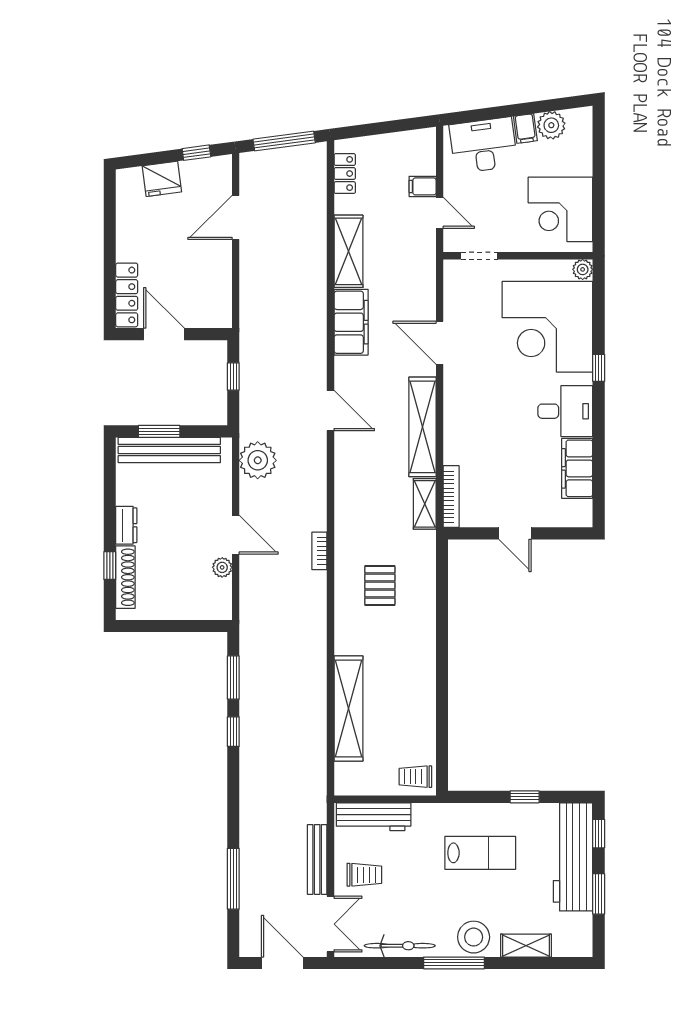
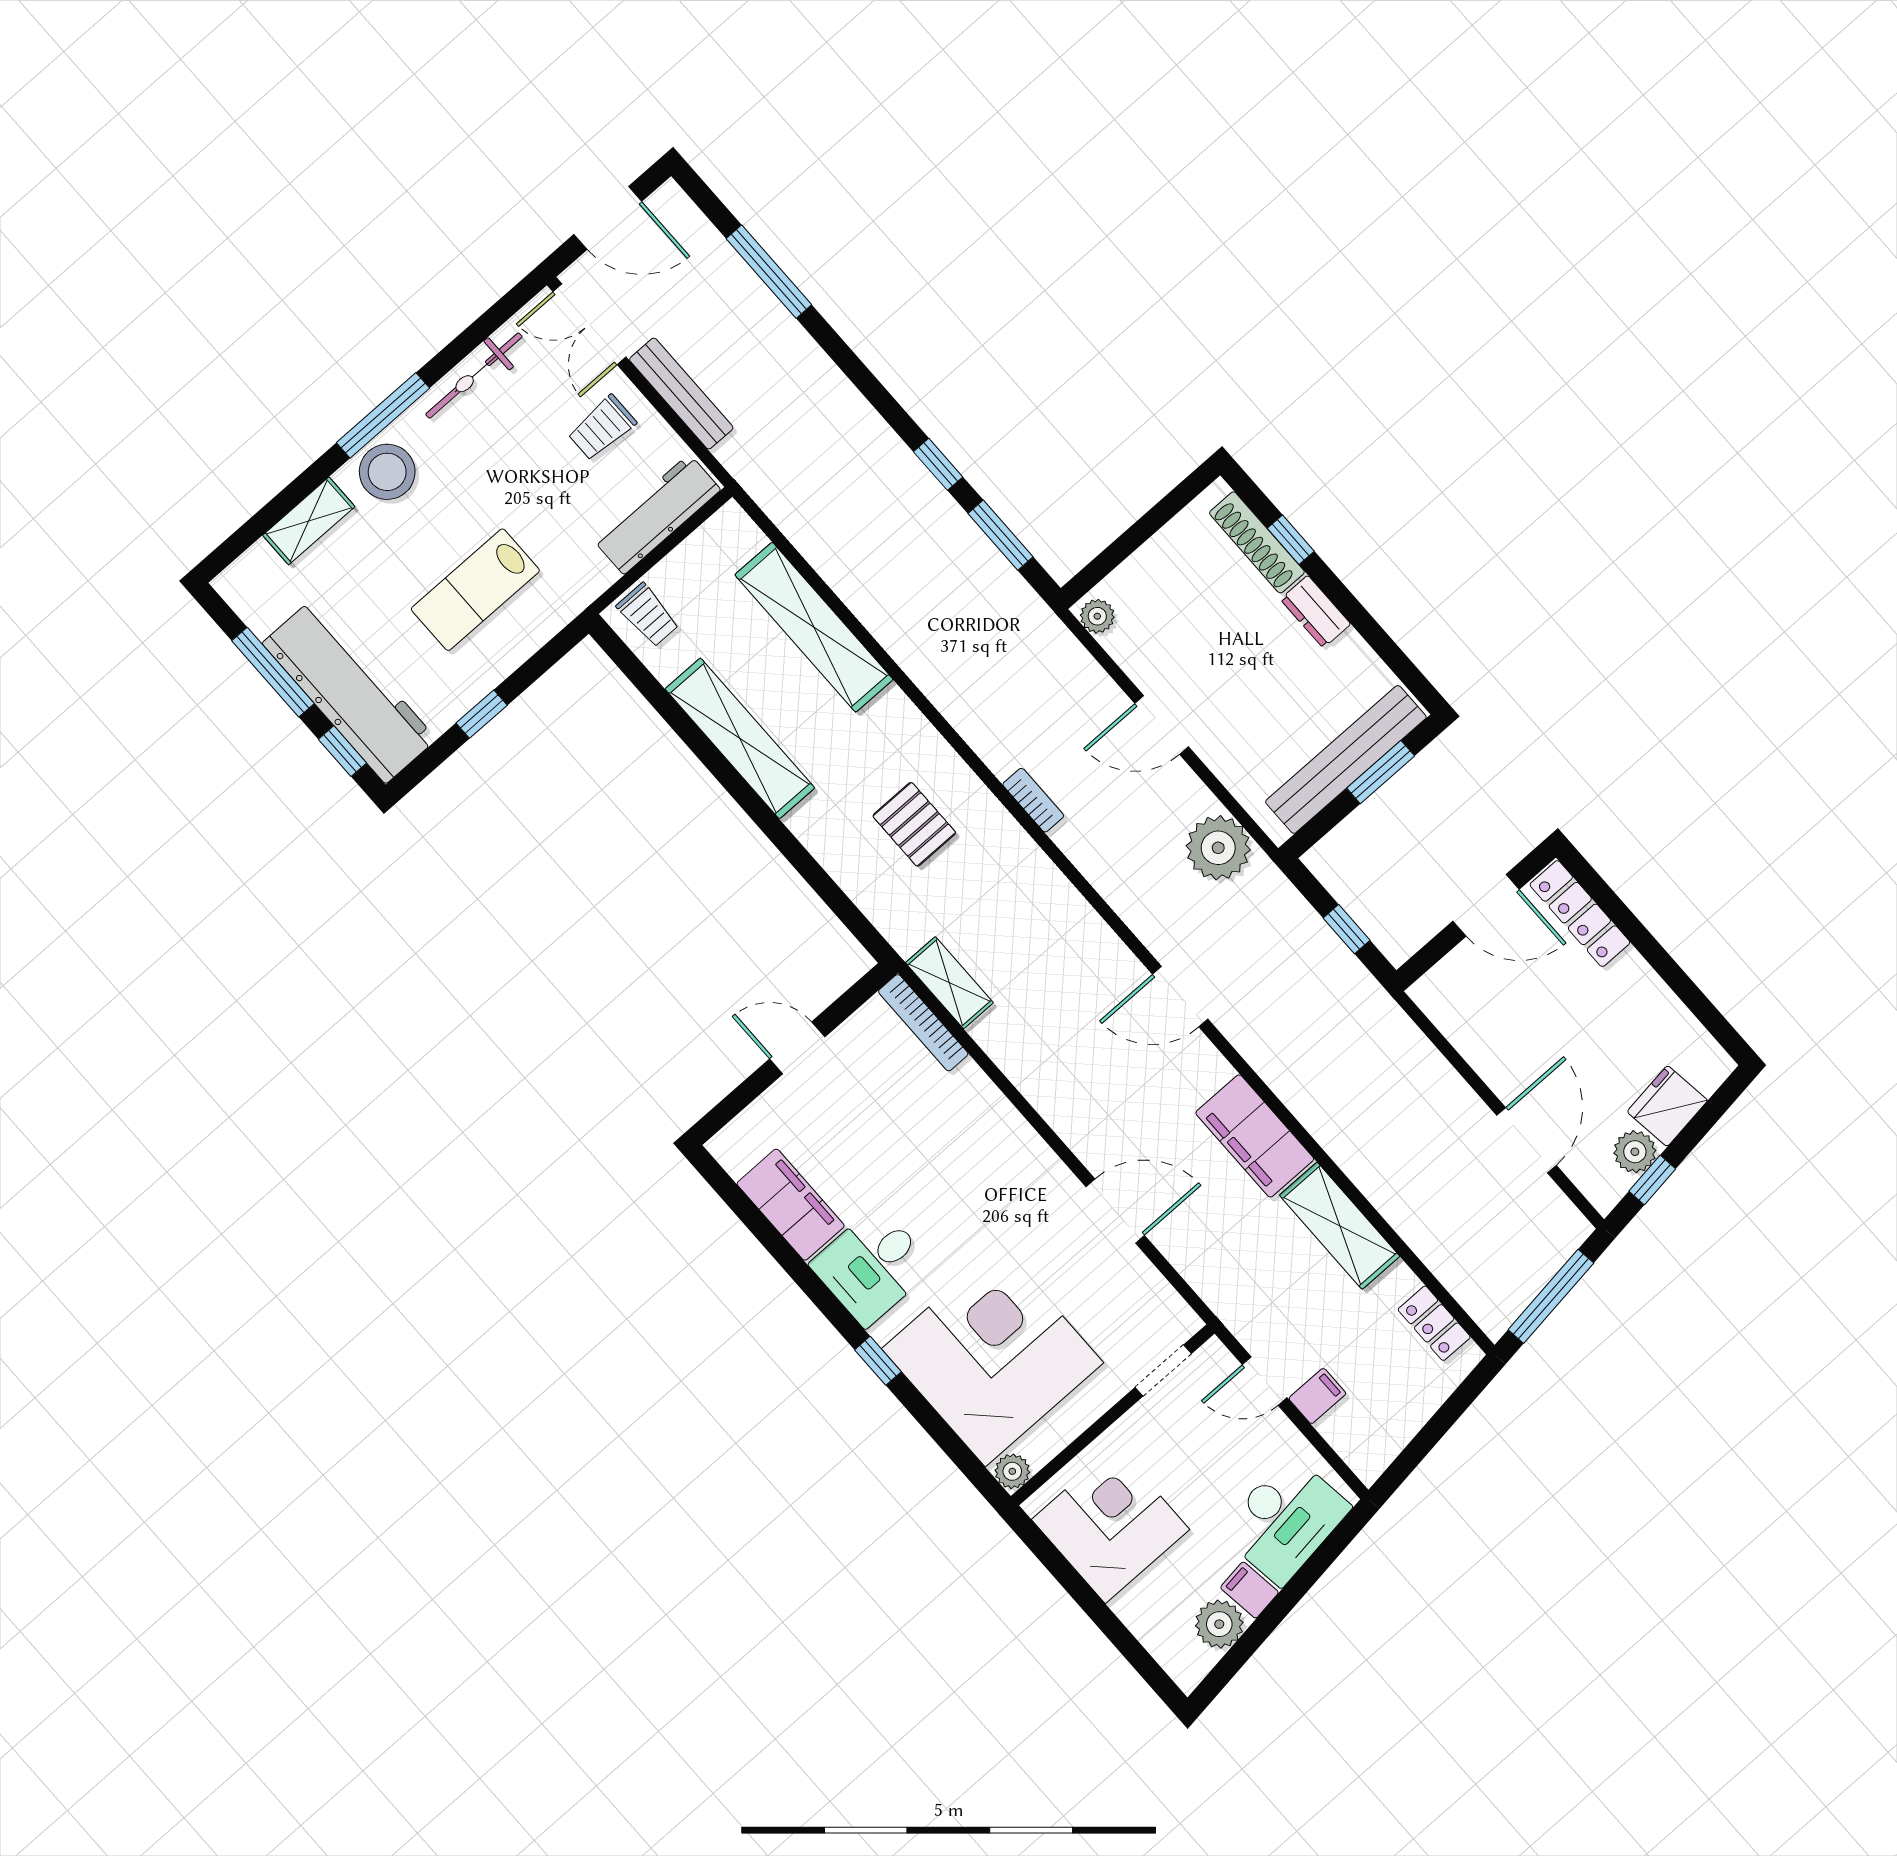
plant: (193, 171) -> (1635, 1152), added
shelving: (423, 427) -> (740, 738), moved
plant: (222, 567) -> (1097, 616), moved
trolley: (415, 777) -> (648, 615), turned 90
window: (599, 894) -> (273, 672), width x1.44

